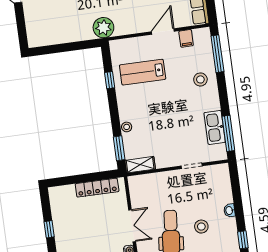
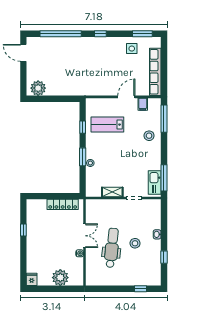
plant: (103, 28) -> (38, 88), moved
kitchen sink: (215, 127) -> (155, 183), moved
window: (119, 148) -> (83, 157), moved
shelving: (140, 165) -> (112, 192), moved

